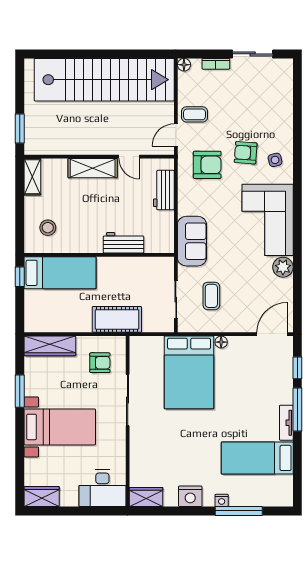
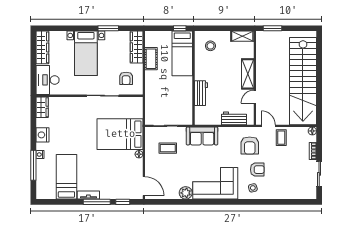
armchair: (246, 153) -> (257, 170), turned 86
cot: (117, 319) -> (151, 59), moved, width x0.73, depth x0.75
wardrobe: (42, 497) -> (42, 47), width x1.50

